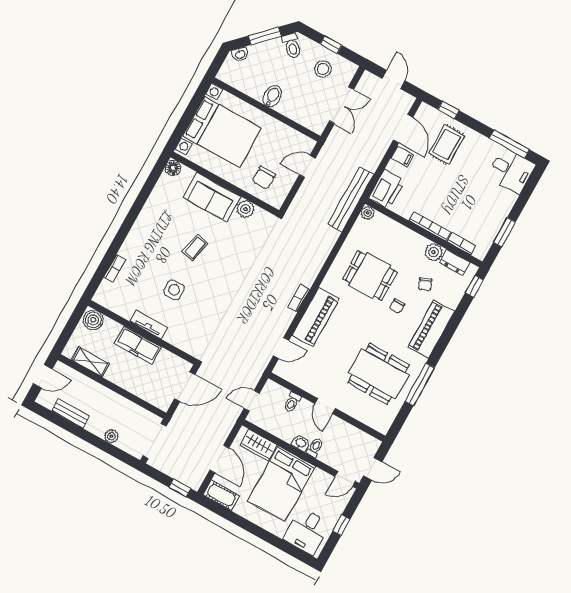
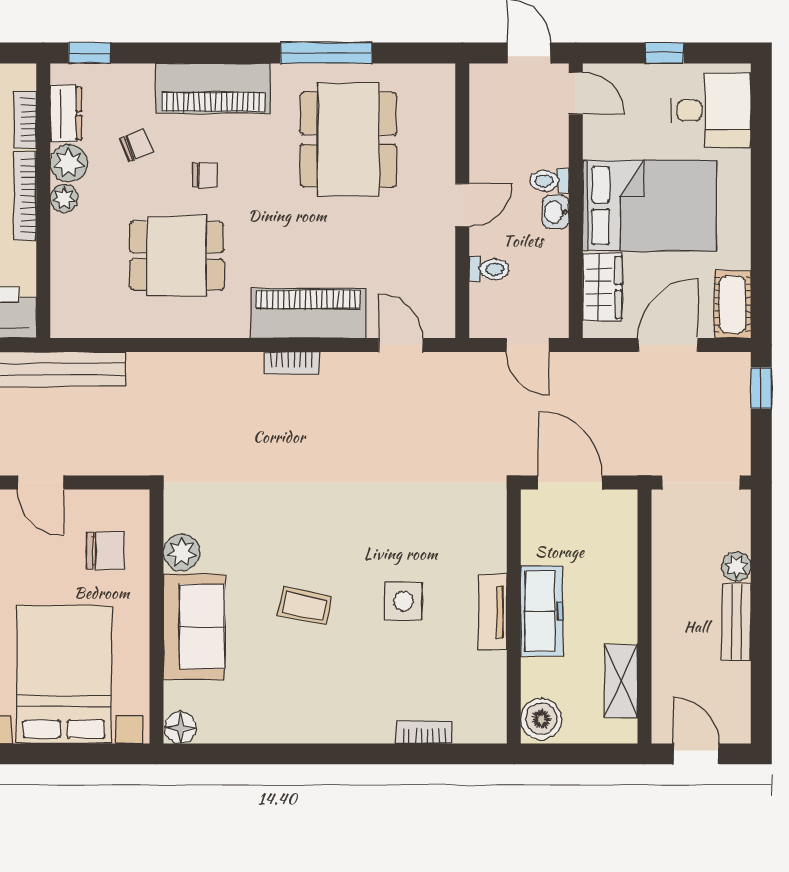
plant: (368, 213) -> (64, 198), moved
dining table: (370, 276) -> (177, 256), turned 90
bench: (71, 414) -> (736, 622), moved

